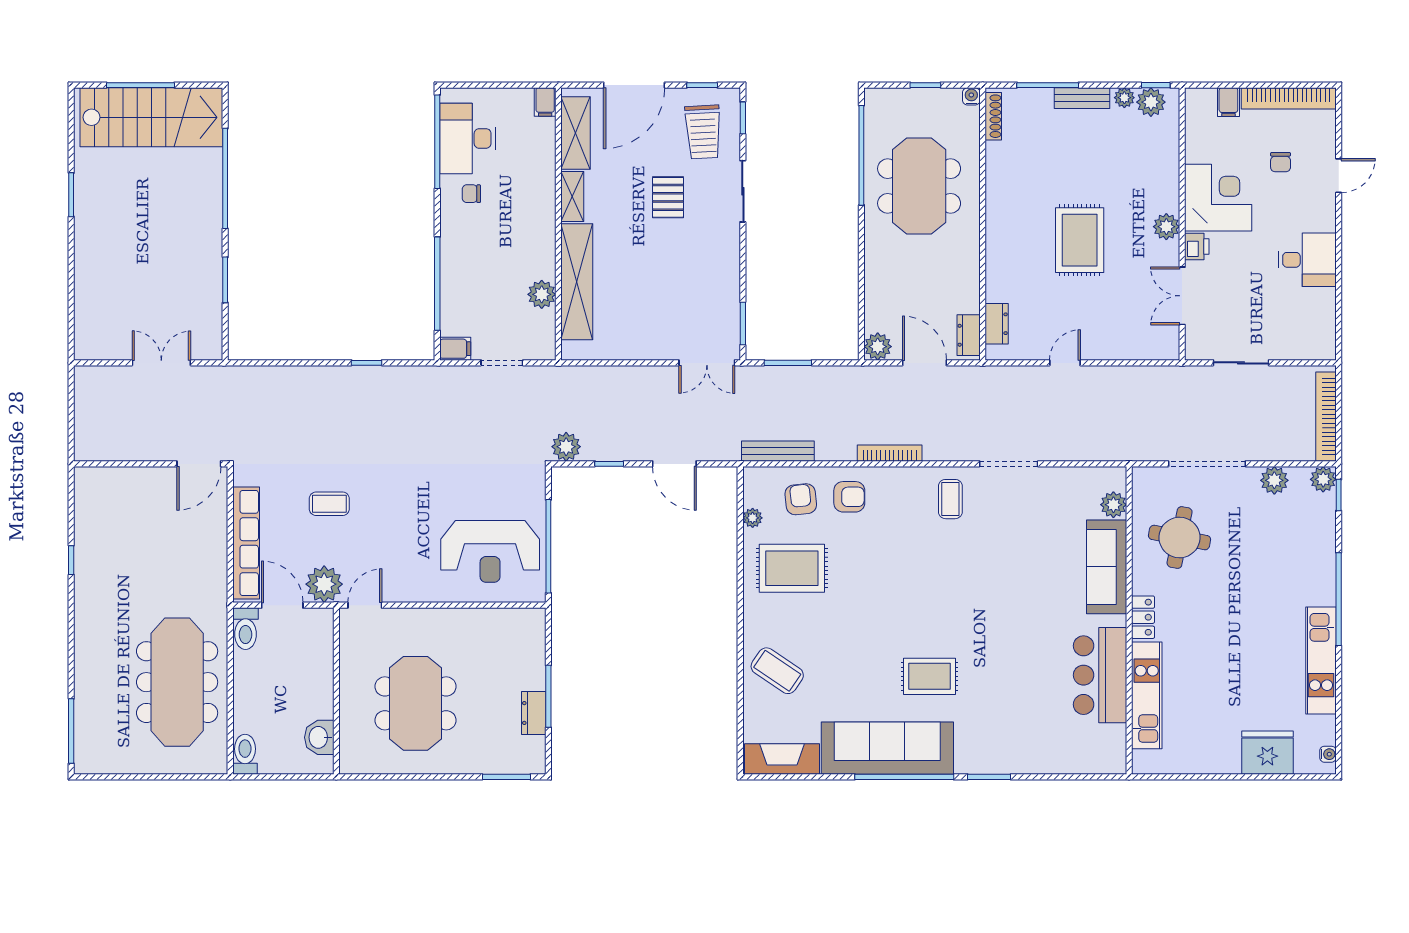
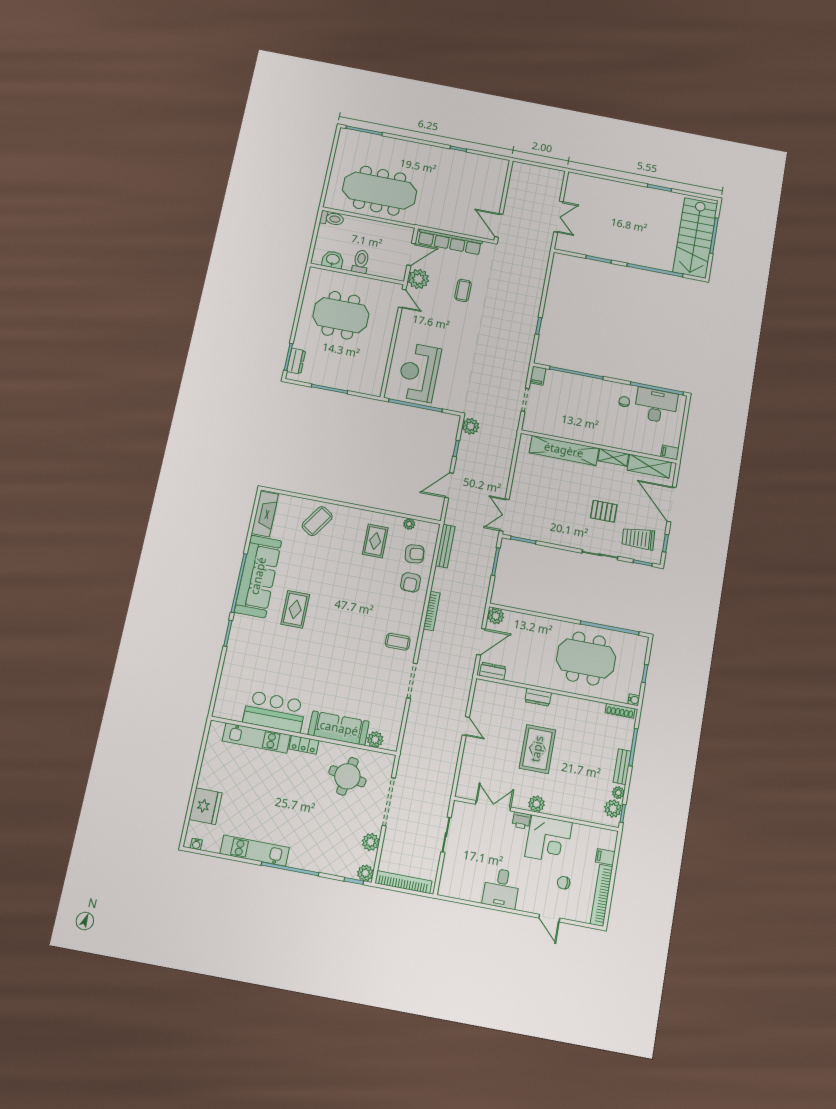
rug: (1080, 240) -> (537, 749), turned 90
plant: (542, 294) -> (560, 429), removed
dresser: (997, 324) -> (538, 697), moved
rug: (792, 568) -> (375, 541), width x0.73, depth x0.70
toilet: (245, 629) -> (361, 262), moved, turned 90
dresser: (534, 713) -> (296, 361), moved, turned 90

